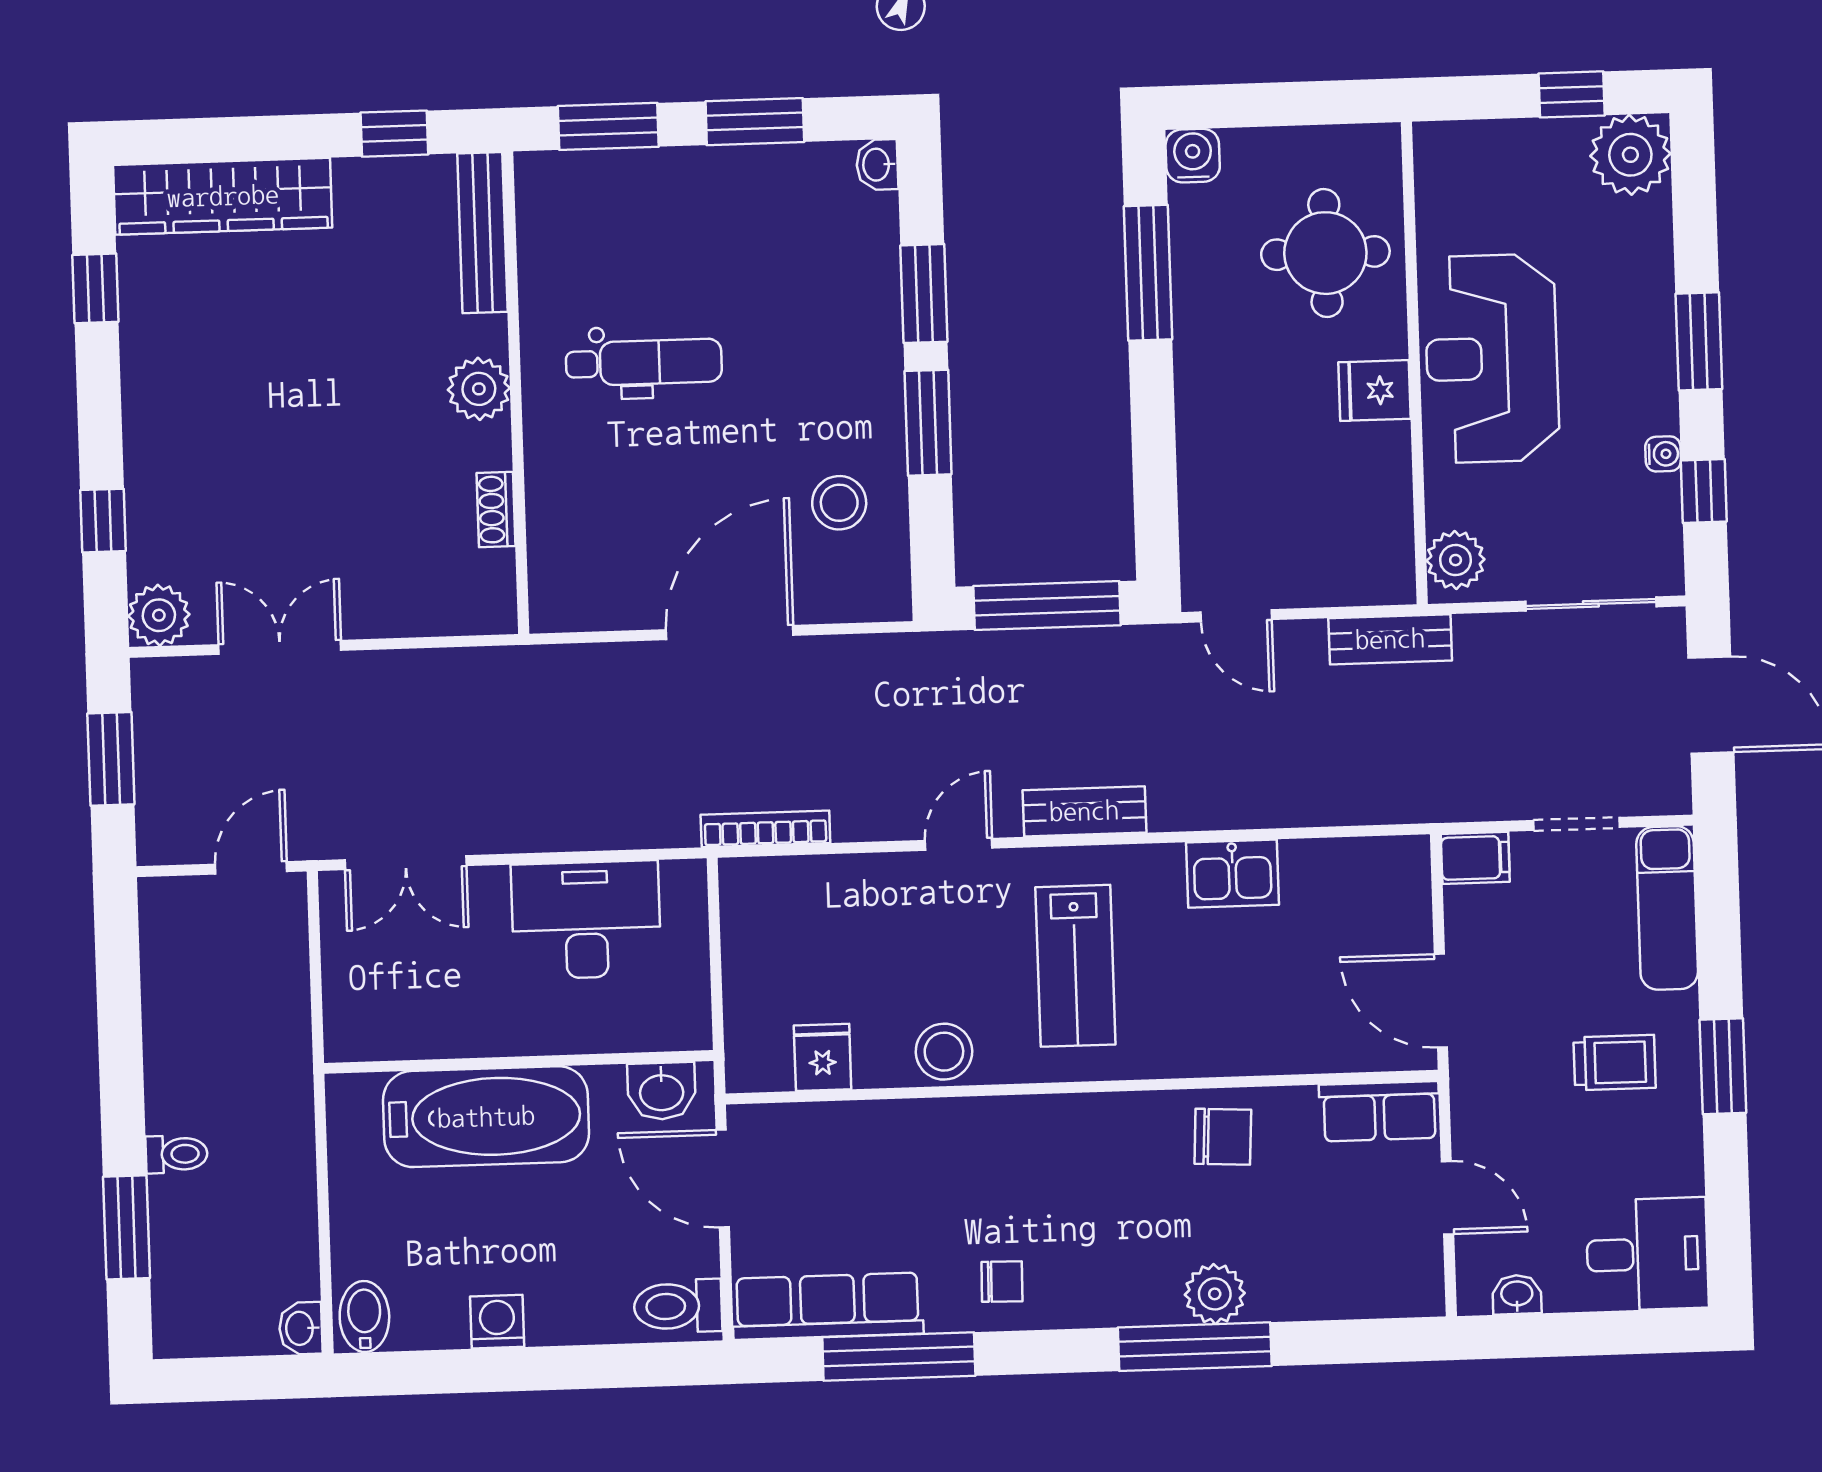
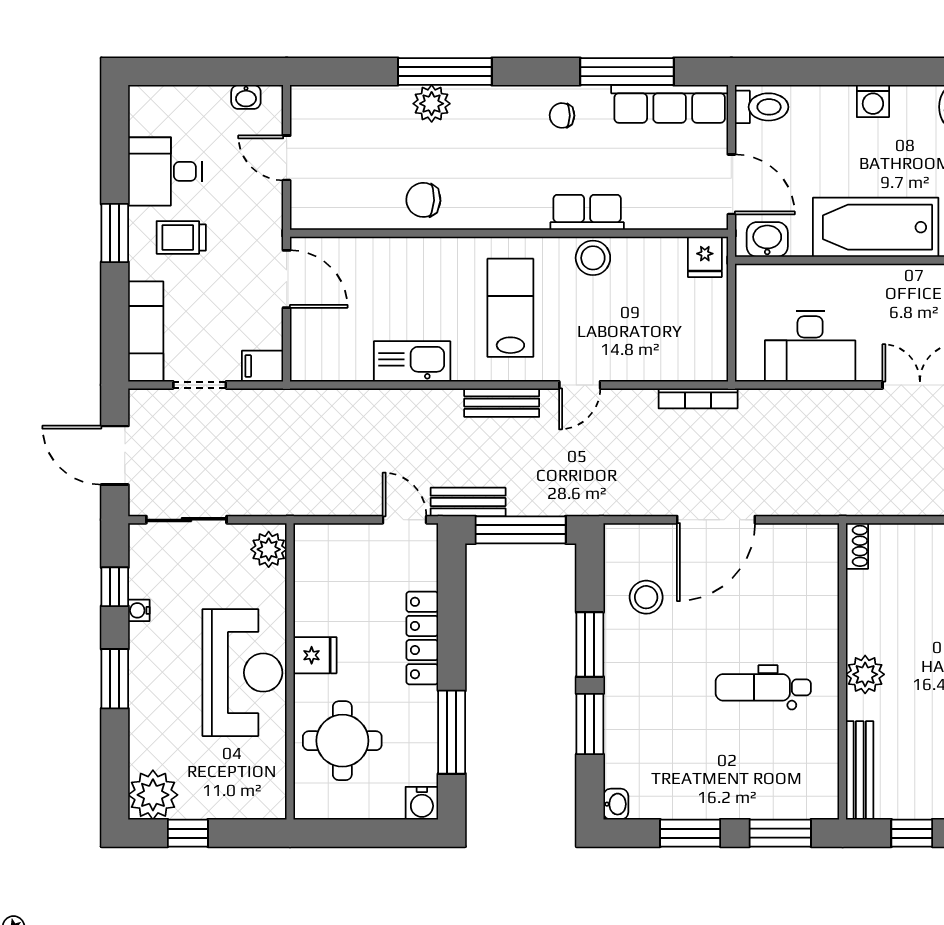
locker: (1201, 424) -> (422, 638), added
shoe rack: (496, 509) -> (857, 546), moved
bench: (1390, 639) -> (468, 502), moved
kitchen sink: (1233, 874) -> (412, 361), width x1.38
fridge: (823, 1057) -> (705, 257), moved
row of seats: (1379, 1111) -> (587, 212), moved
desk: (1647, 1254) -> (165, 171), moved

